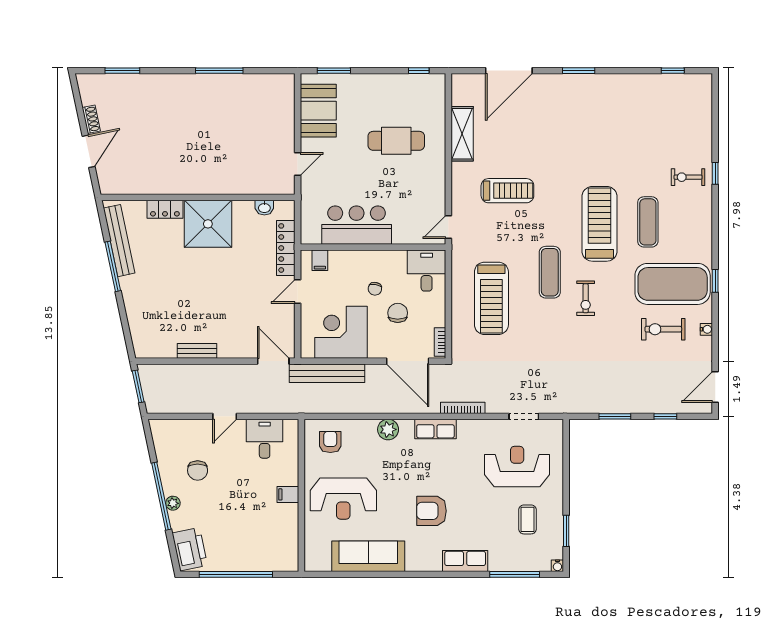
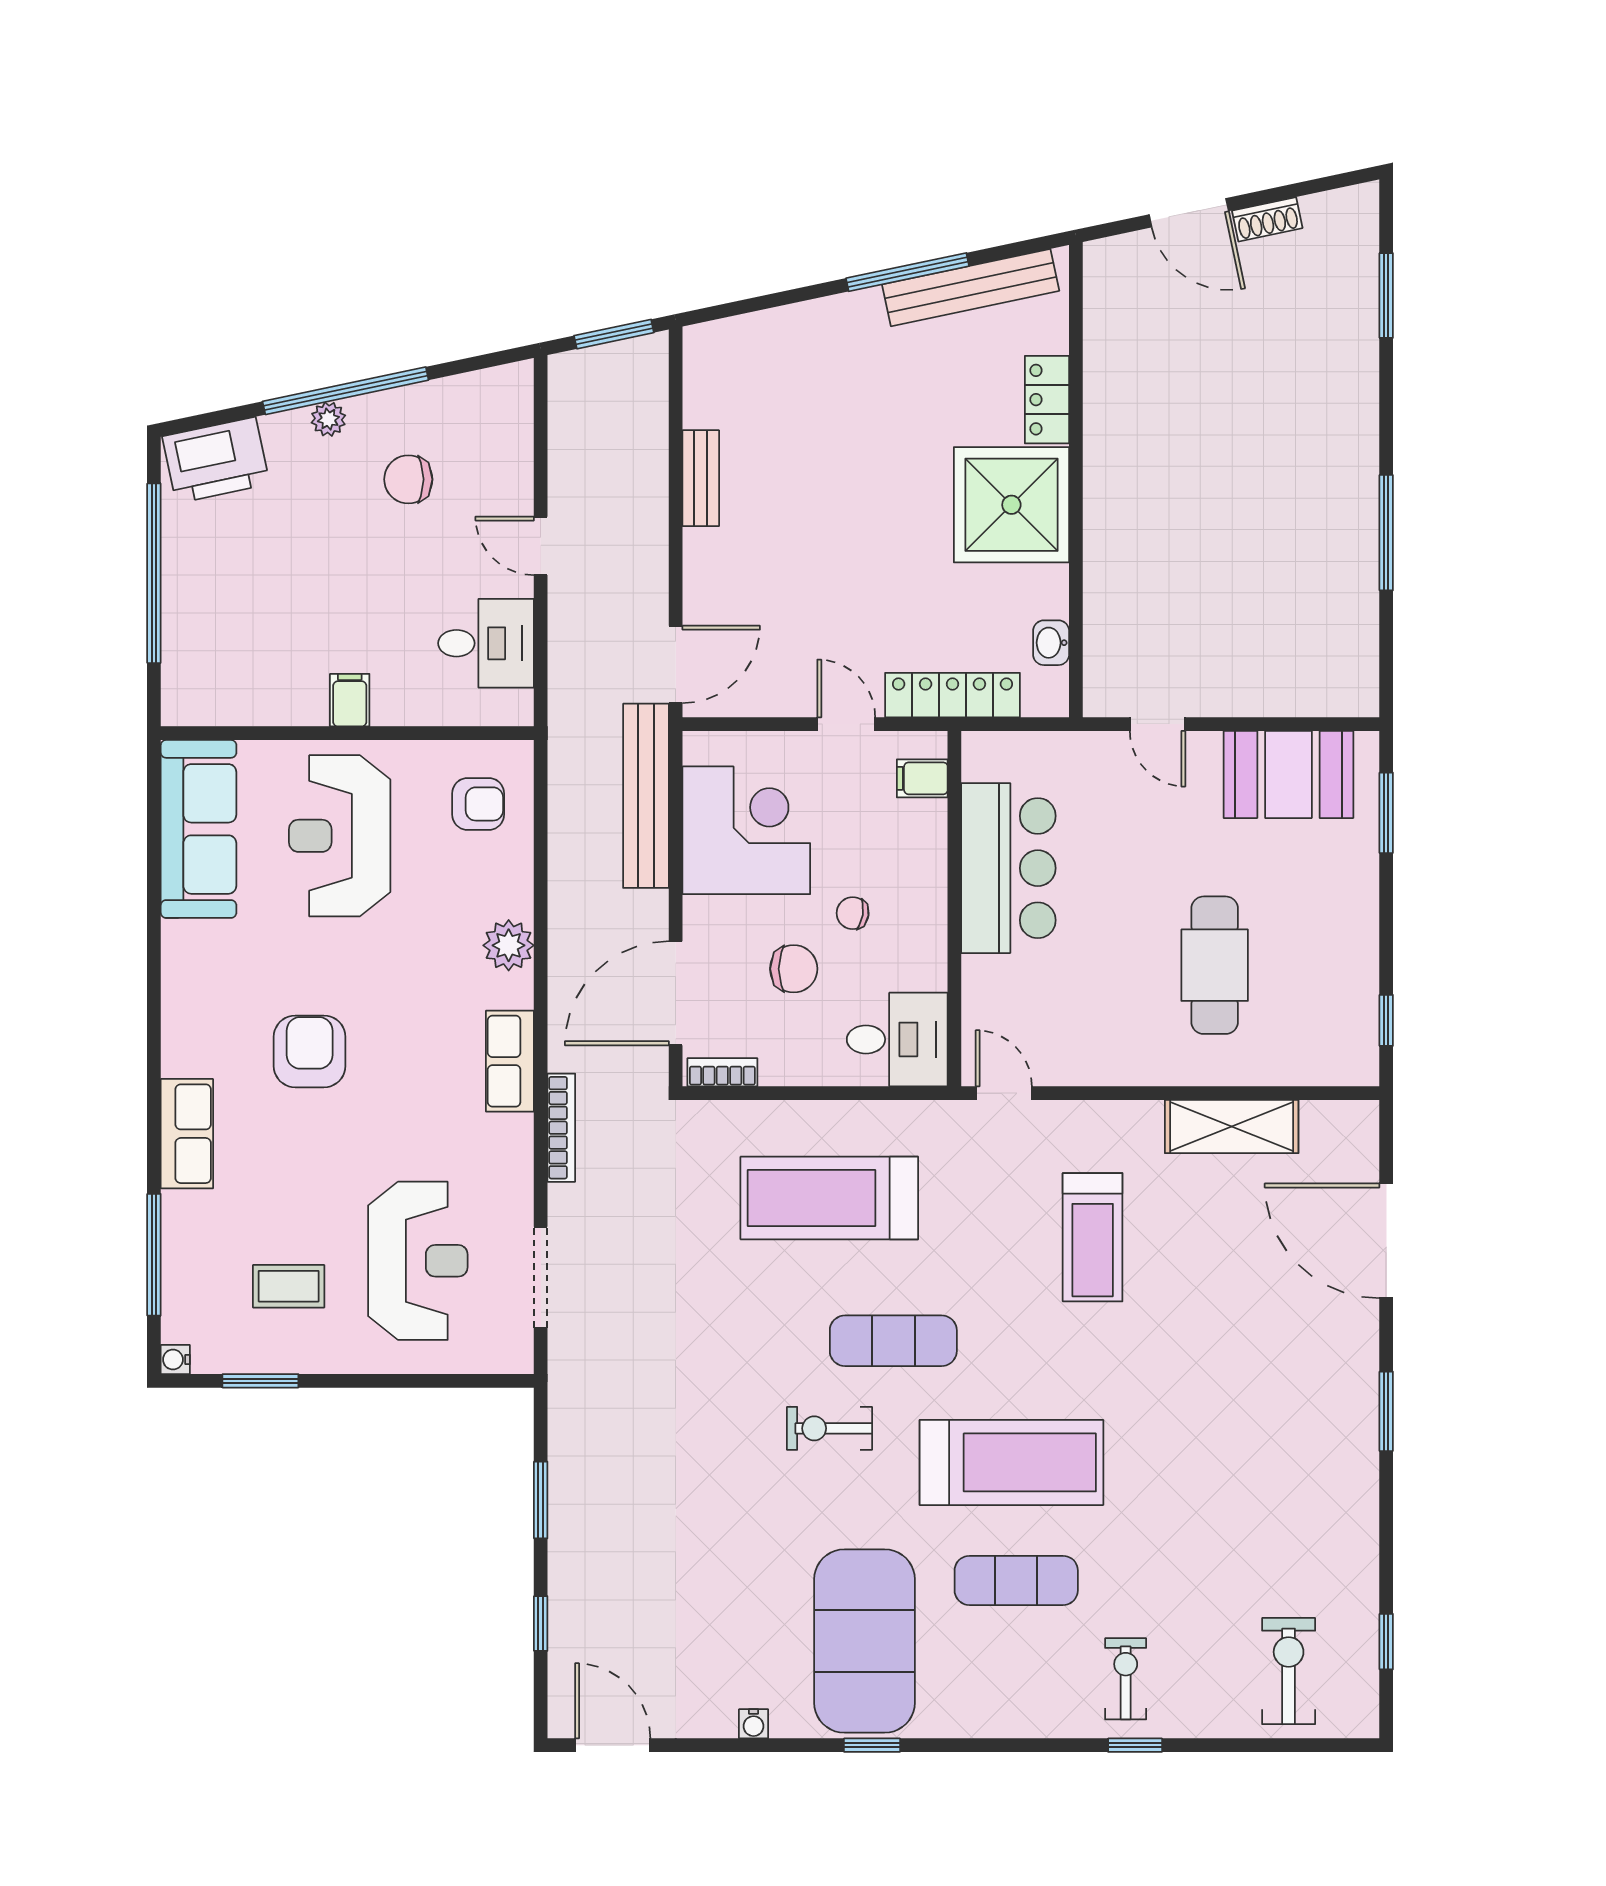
exercise bike: (663, 329) -> (1289, 1671), moved
doorway: (524, 416) -> (541, 1277), width x1.38
sofa: (368, 556) -> (199, 829), moved

